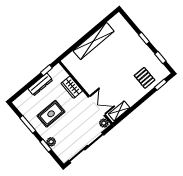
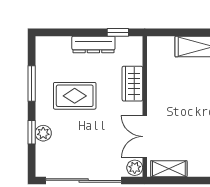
double door: (97, 106) -> (145, 137), swing flipped

